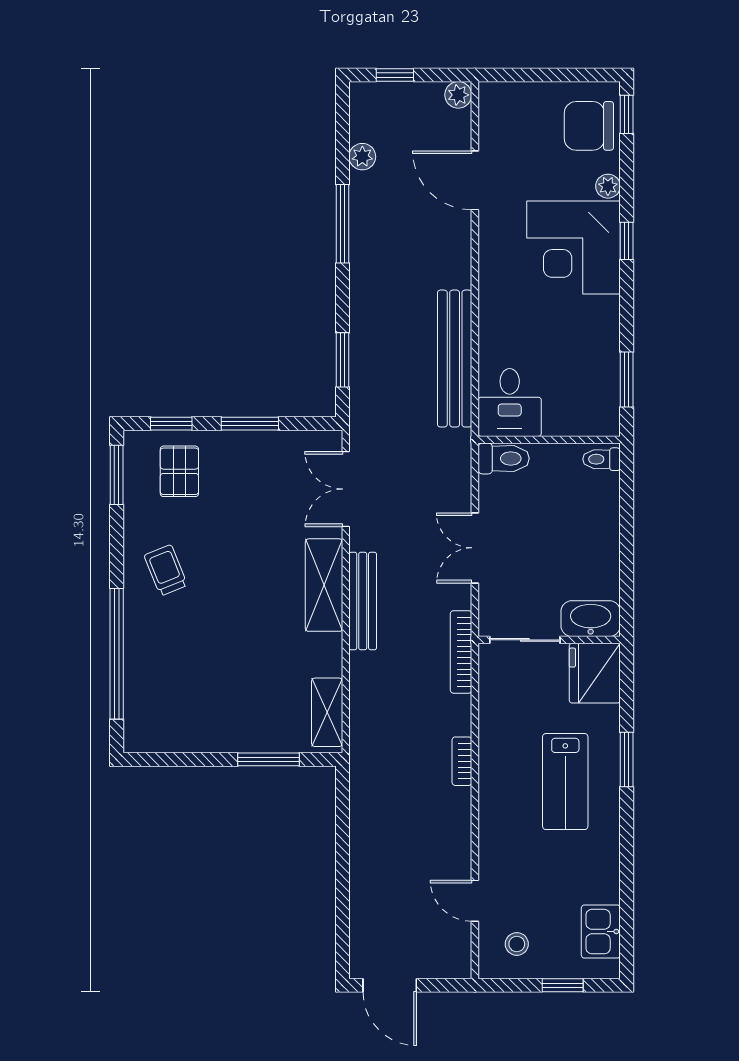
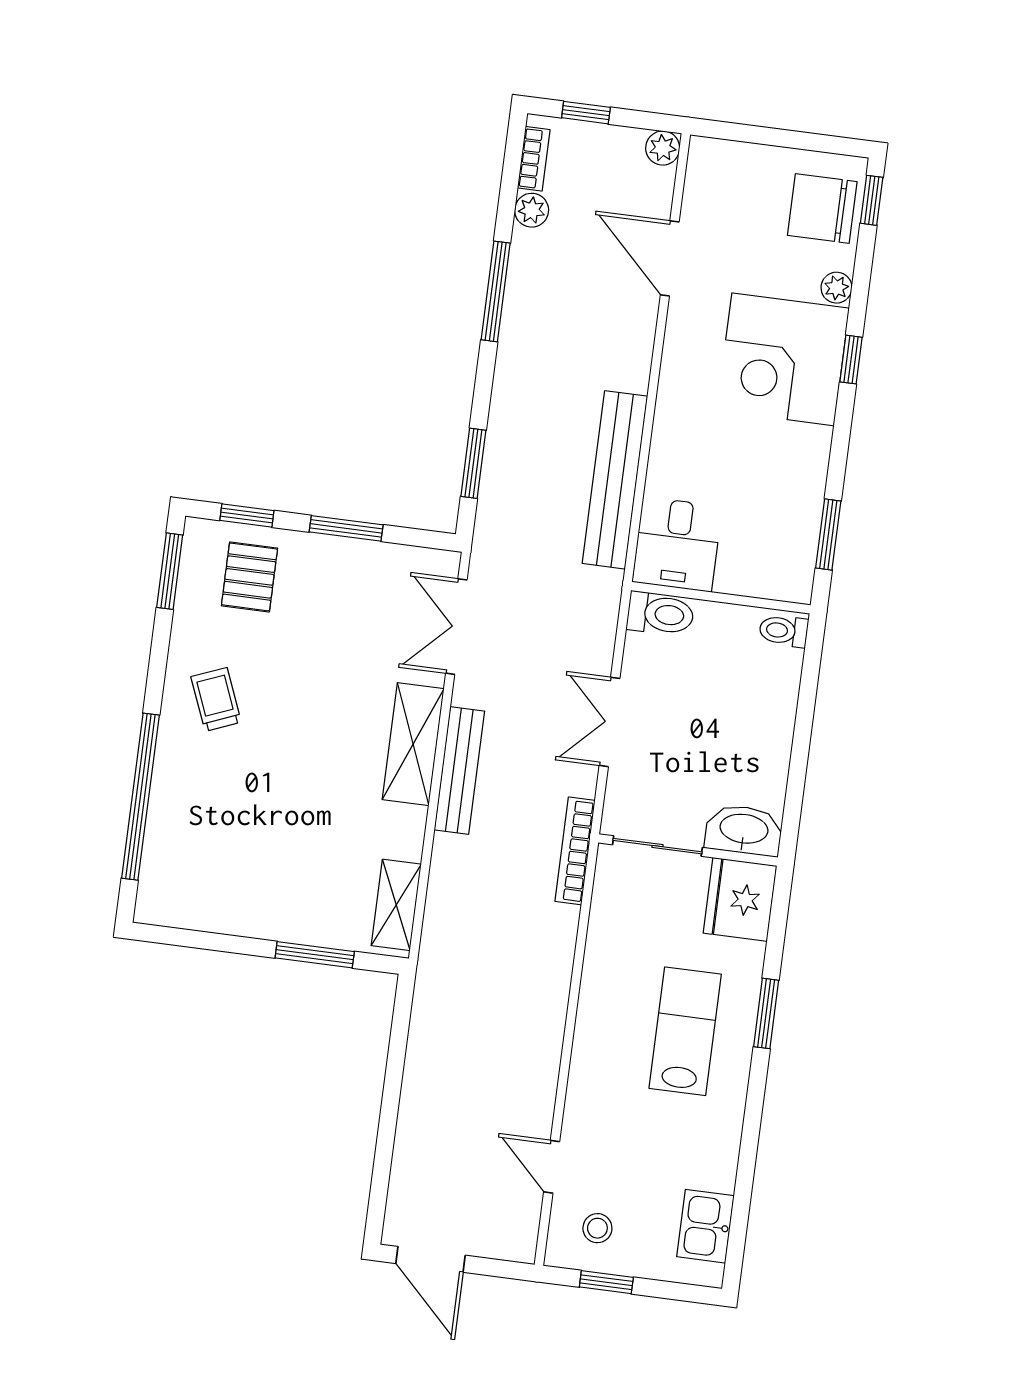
bookcase: (462, 761) -> (534, 159), moved, turned 180
lab bench: (565, 782) -> (685, 1031), turned 180
window: (563, 985) -> (606, 1282), moved

